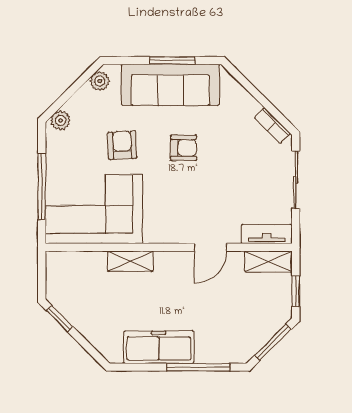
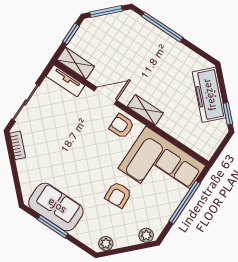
sofa: (170, 85) -> (56, 207), width x0.73
armchair: (184, 148) -> (122, 126), moved
shelving: (130, 261) -> (145, 110), moved
freezer: (159, 347) -> (209, 95), moved, turned 45

